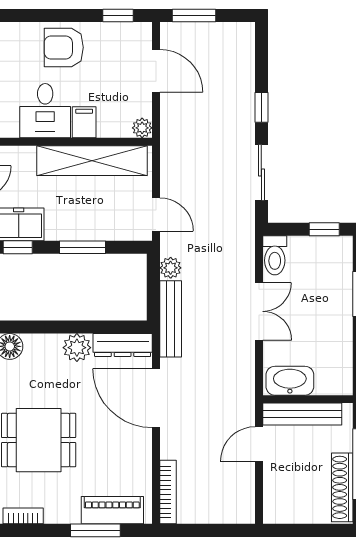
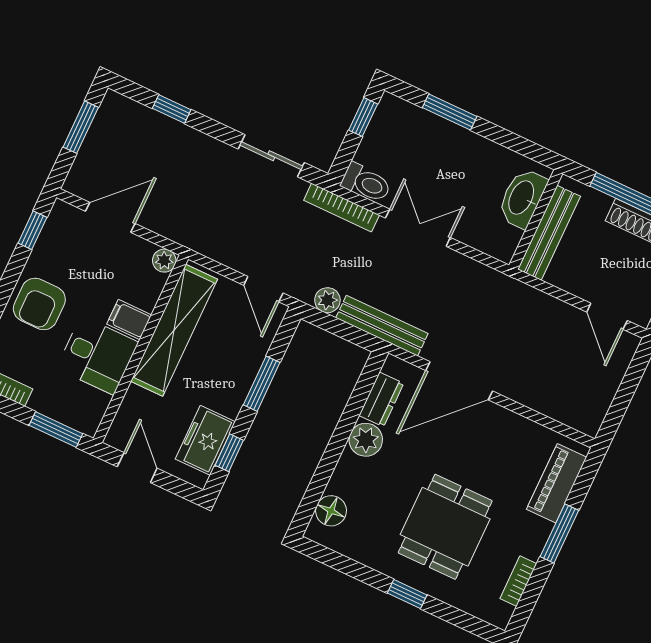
window: (194, 16) -> (81, 127), moved
window: (261, 107) -> (172, 109), moved
door: (156, 214) -> (263, 289), swing flipped
dresser: (123, 345) -> (381, 399), width x0.70
washbasin: (290, 381) -> (522, 198), moved
door: (259, 444) -> (607, 316), moved
bookcase: (168, 492) -> (342, 208), moved, turned 180
window: (95, 530) -> (559, 534), moved

